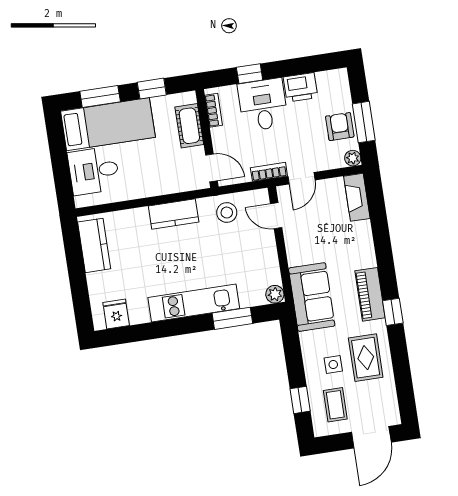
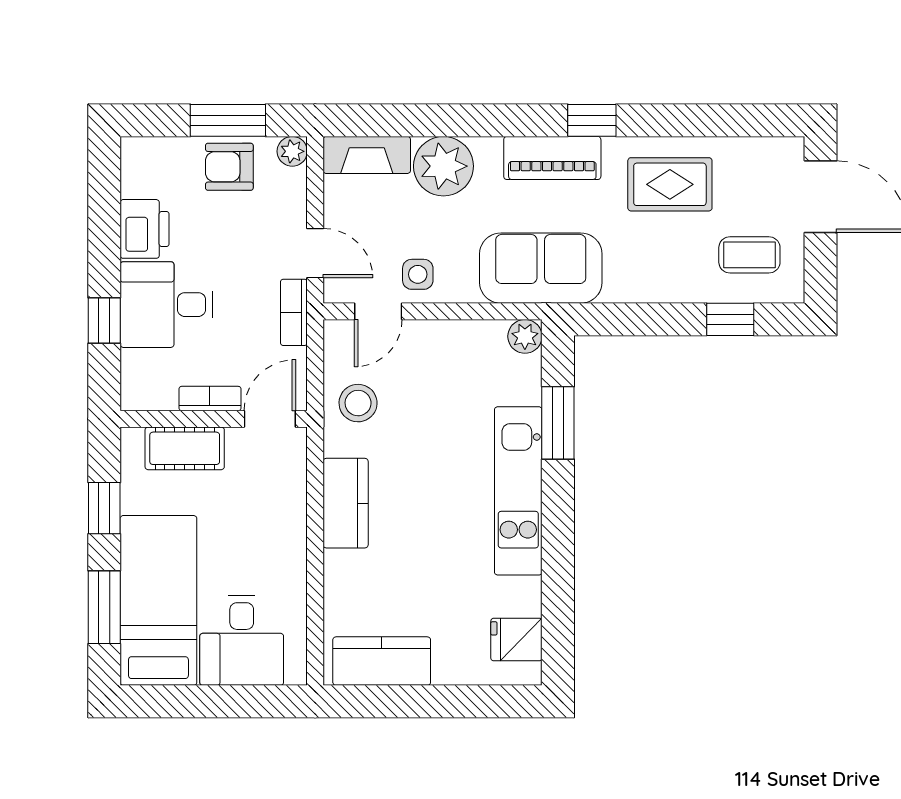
bookcase: (214, 110) -> (210, 399), moved
plant: (357, 238) -> (443, 166), added
side table: (333, 365) -> (418, 274), moved

